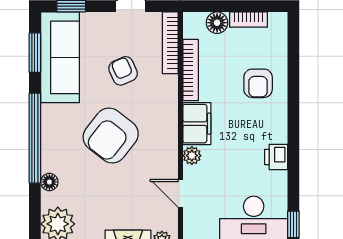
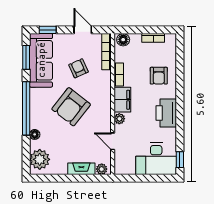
floor lamp: (217, 23) -> (123, 40), moved
bookcase: (191, 70) -> (119, 74), width x0.64
printer: (276, 157) -> (166, 113), width x1.87, depth x1.48

